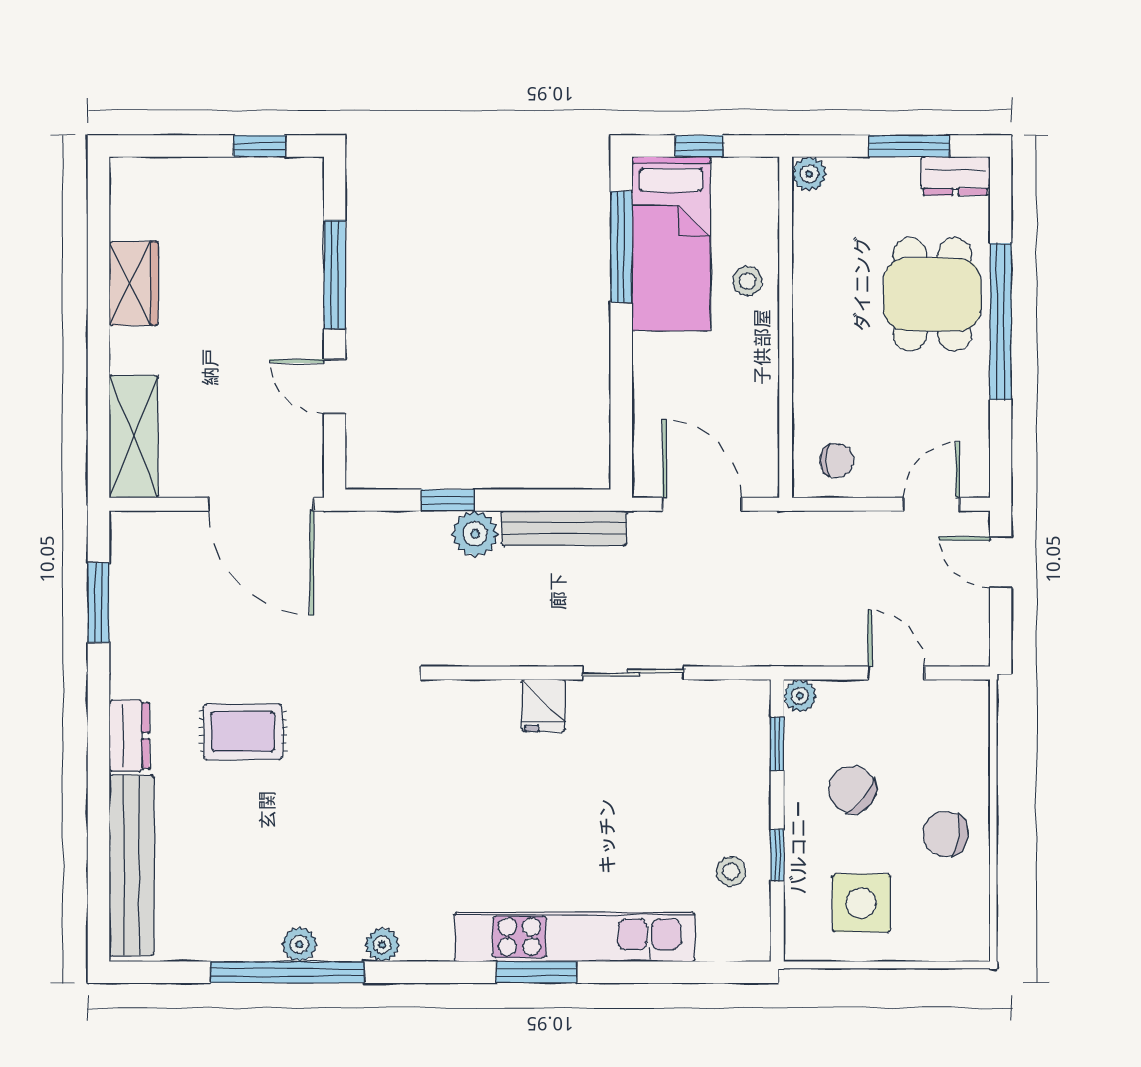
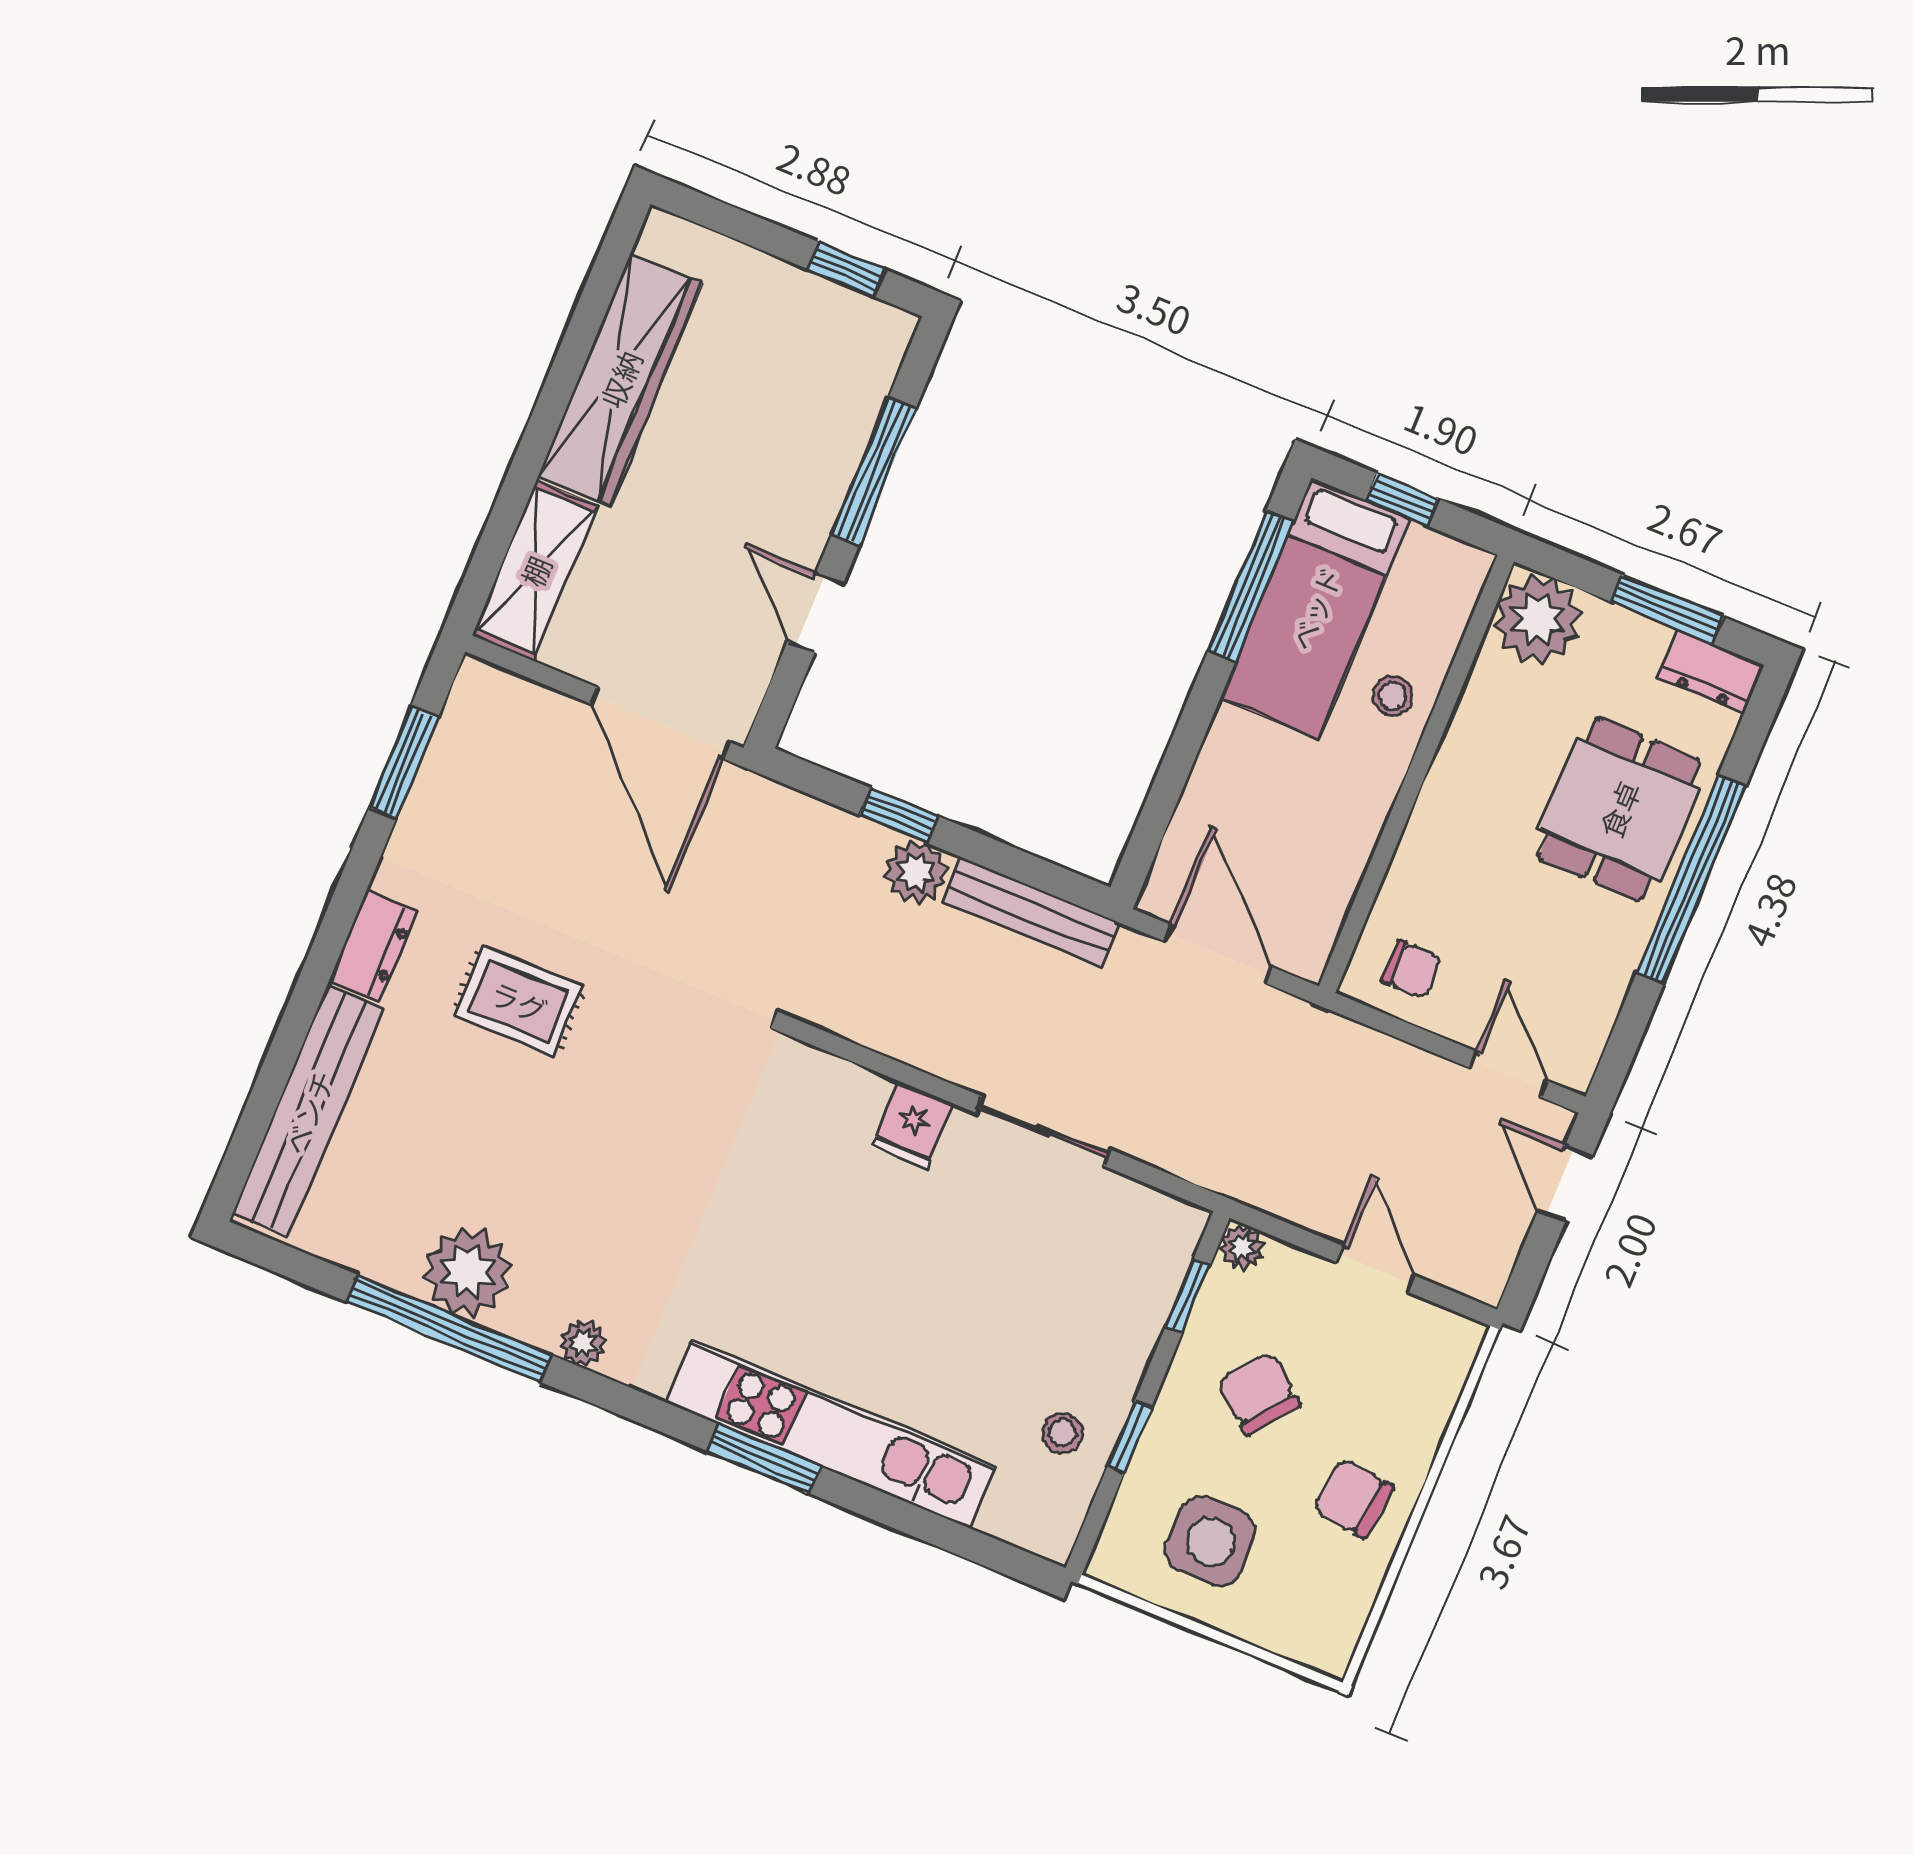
plant: (809, 174) -> (1538, 619), width x1.88, depth x1.88
wardrobe: (133, 283) -> (620, 379), width x2.10, depth x1.17
door: (931, 504) -> (1508, 1074), hinge flipped
plant: (299, 944) -> (467, 1272), width x1.87, depth x1.87

